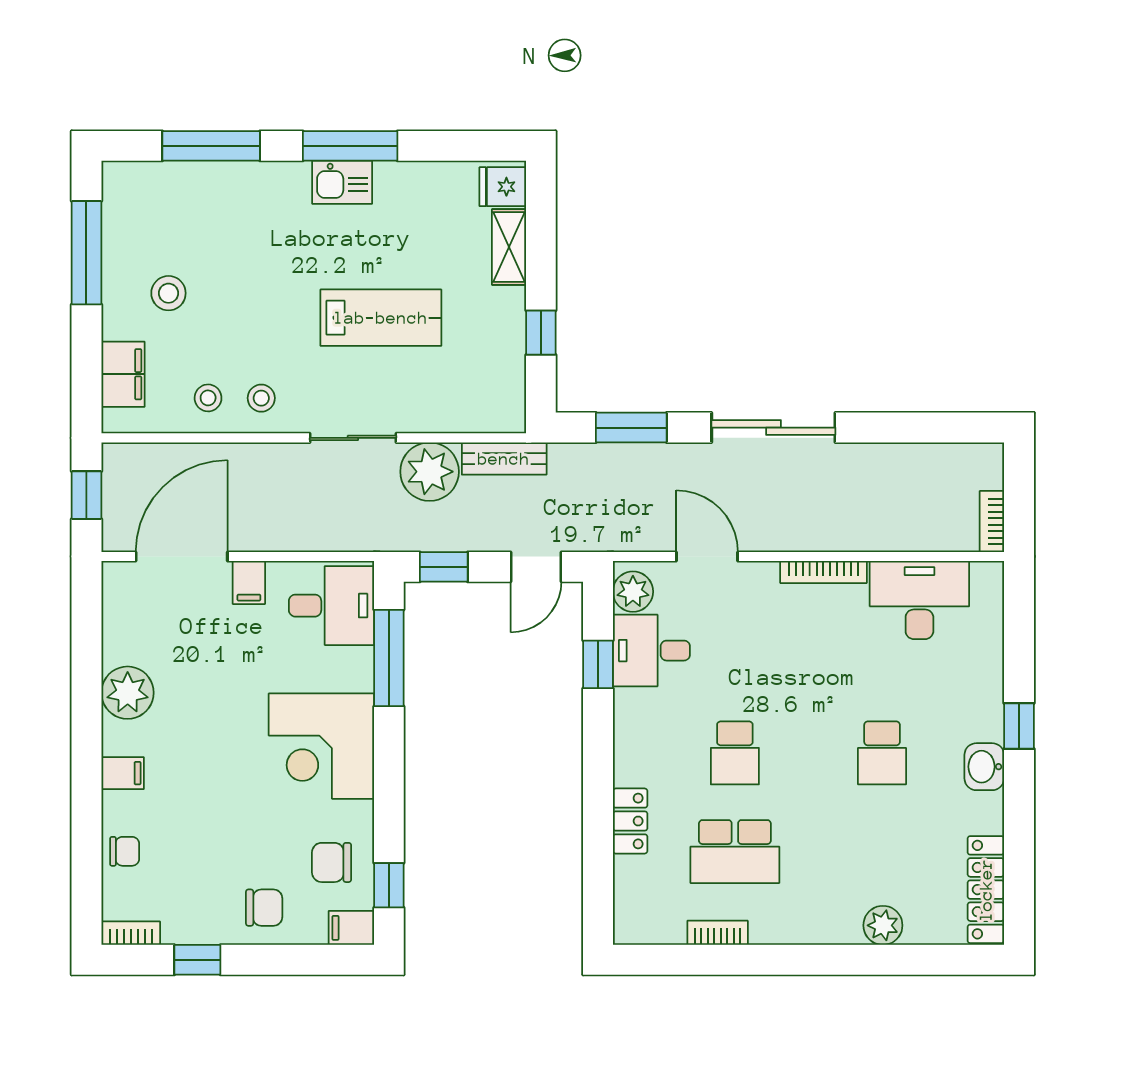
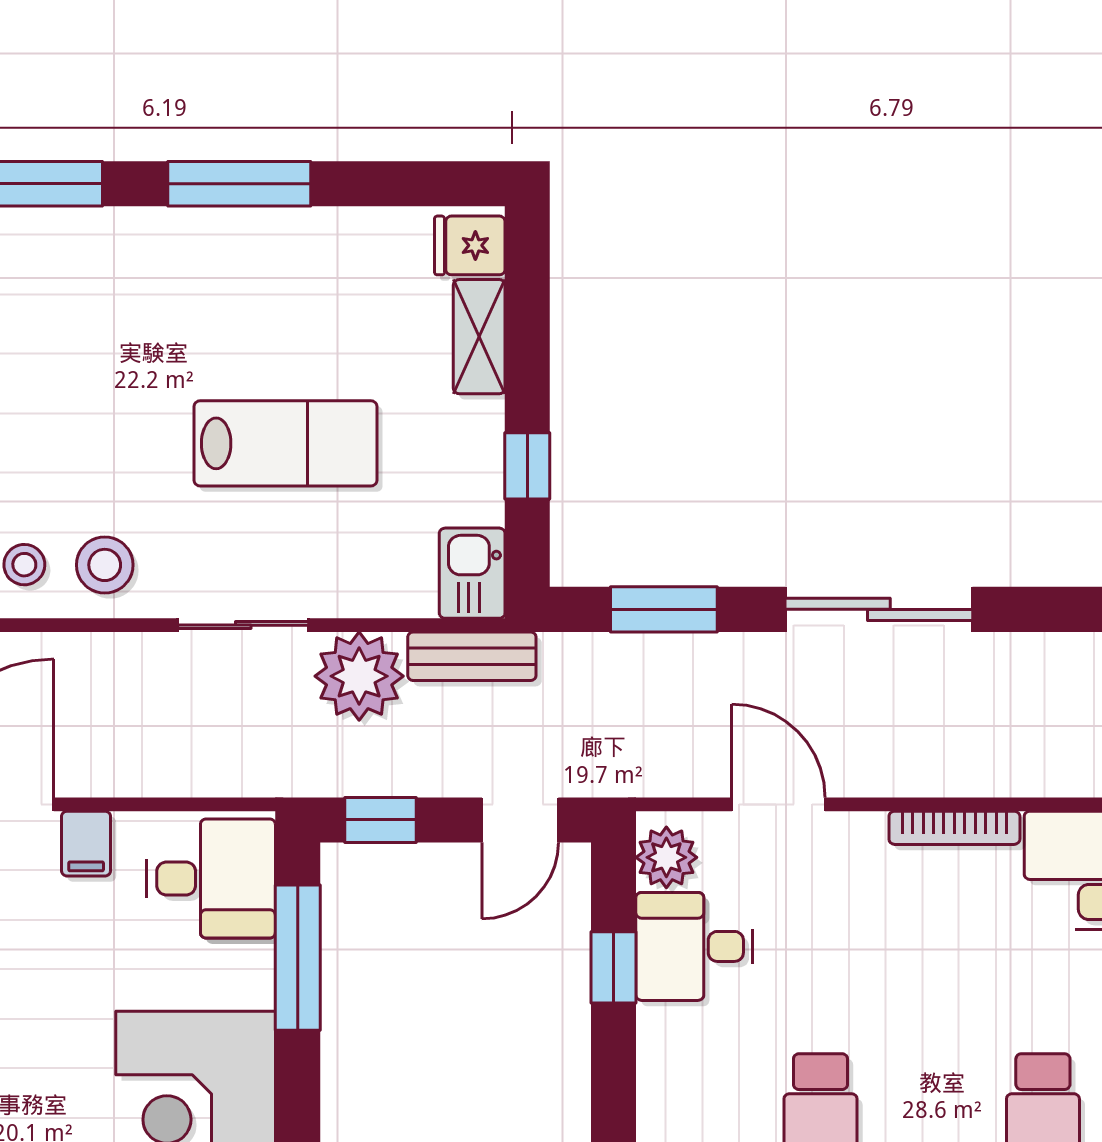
kitchen sink: (342, 182) -> (472, 573), moved, turned 90
stool: (261, 398) -> (105, 565), width x1.37, depth x1.37

